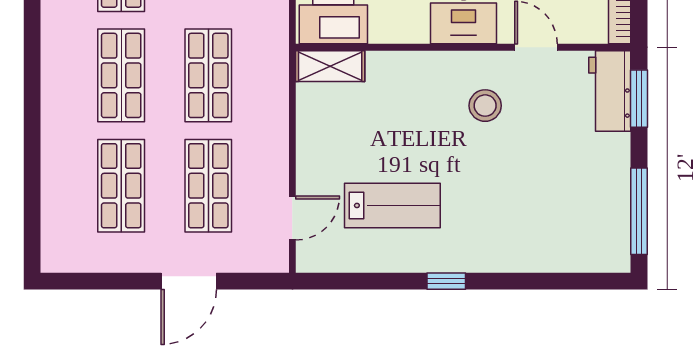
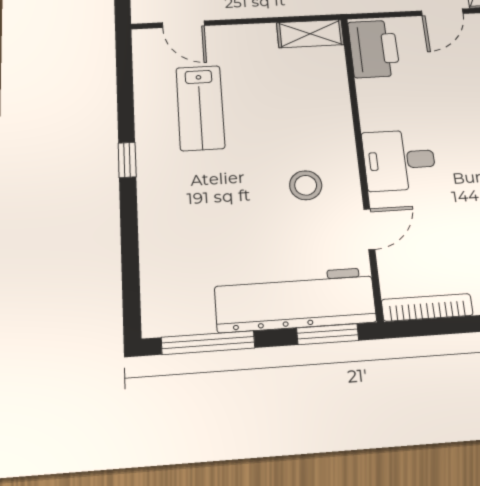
shelving: (330, 66) -> (310, 34), moved, turned 90
workbench: (610, 91) -> (295, 300), width x1.87, depth x1.32

